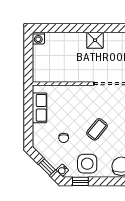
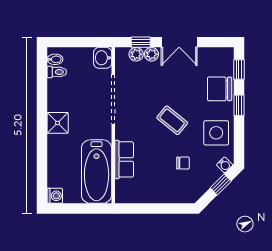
bathtub: (57, 71) -> (97, 172), added
row of seats: (39, 108) -> (124, 159), moved, turned 90
window: (80, 181) -> (239, 105), moved

